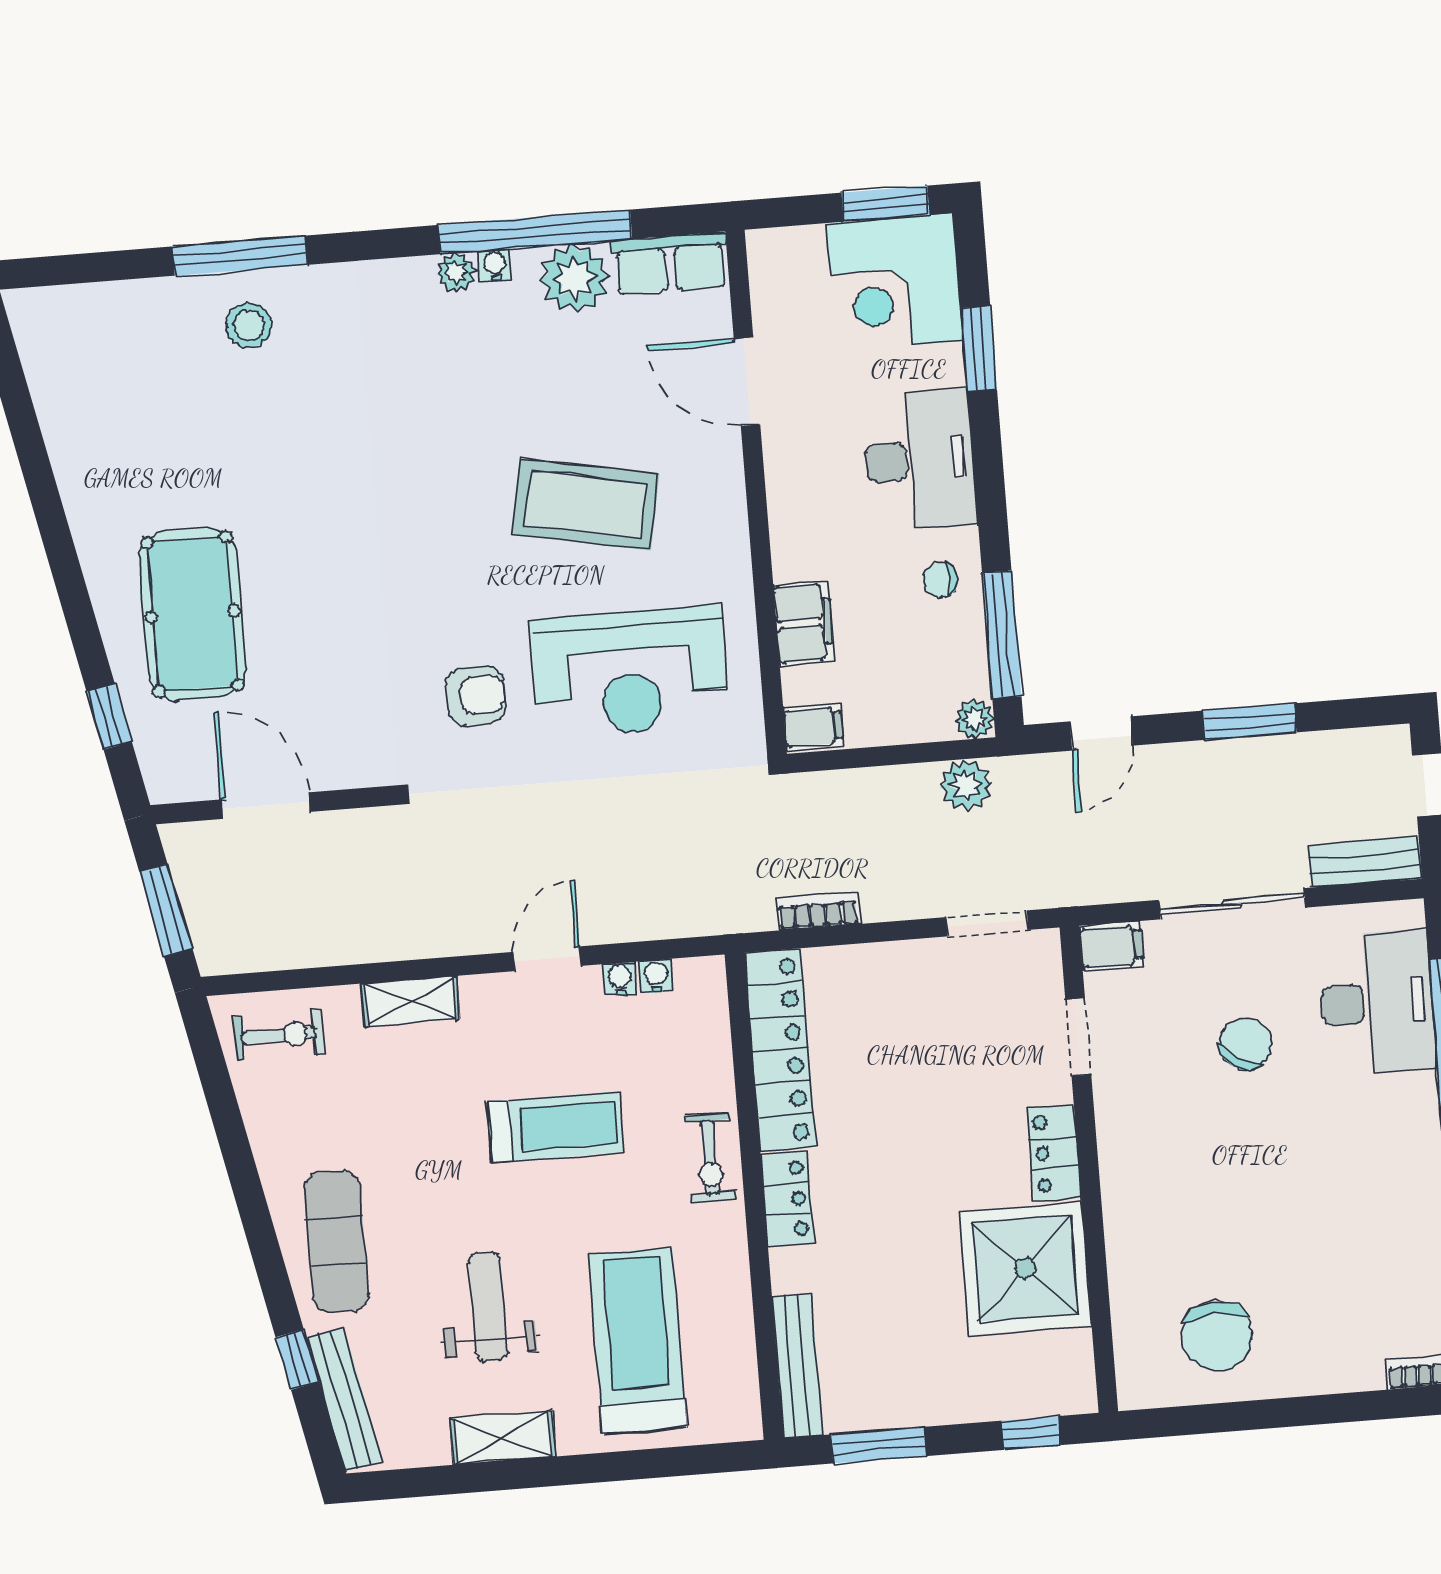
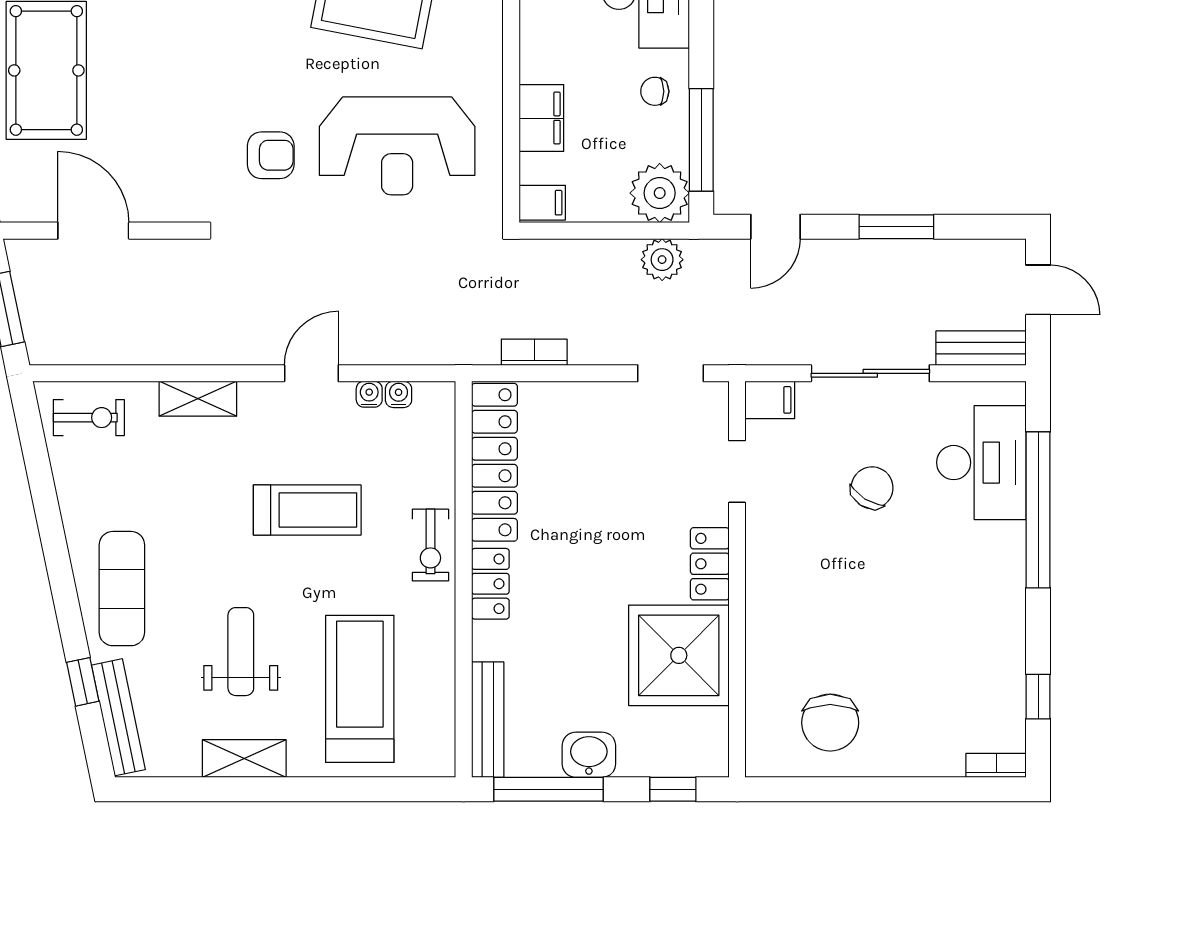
plant: (974, 719) -> (660, 193), width x1.88, depth x1.88
washbasin: (925, 1399) -> (589, 755), added
window: (879, 1445) -> (549, 789), width x1.44

